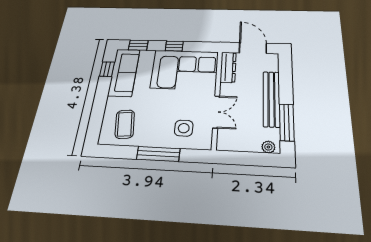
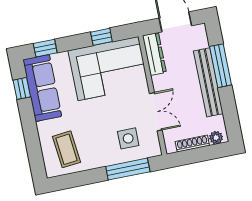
window: (174, 46) -> (101, 37), moved
window: (287, 122) -> (221, 66), moved
shoe rack: (244, 147) -> (192, 144), added
window: (158, 154) -> (128, 169), moved

